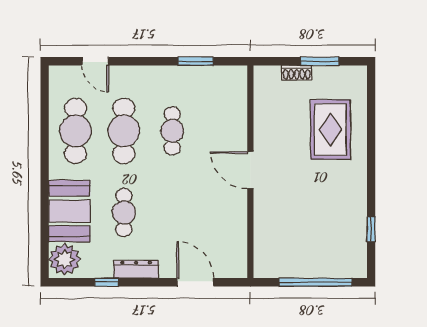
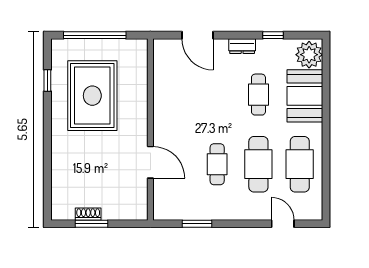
shoe rack: (297, 73) -> (88, 214), moved
rug: (330, 130) -> (92, 96), moved, width x1.37, depth x1.44
door: (250, 170) -> (150, 162), moved
dresser: (136, 269) -> (242, 46), width x0.70

